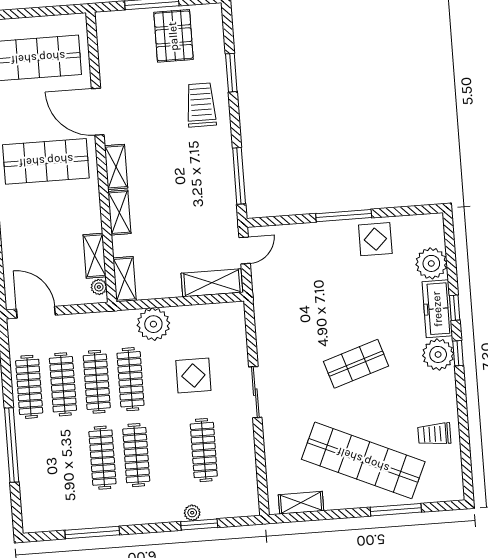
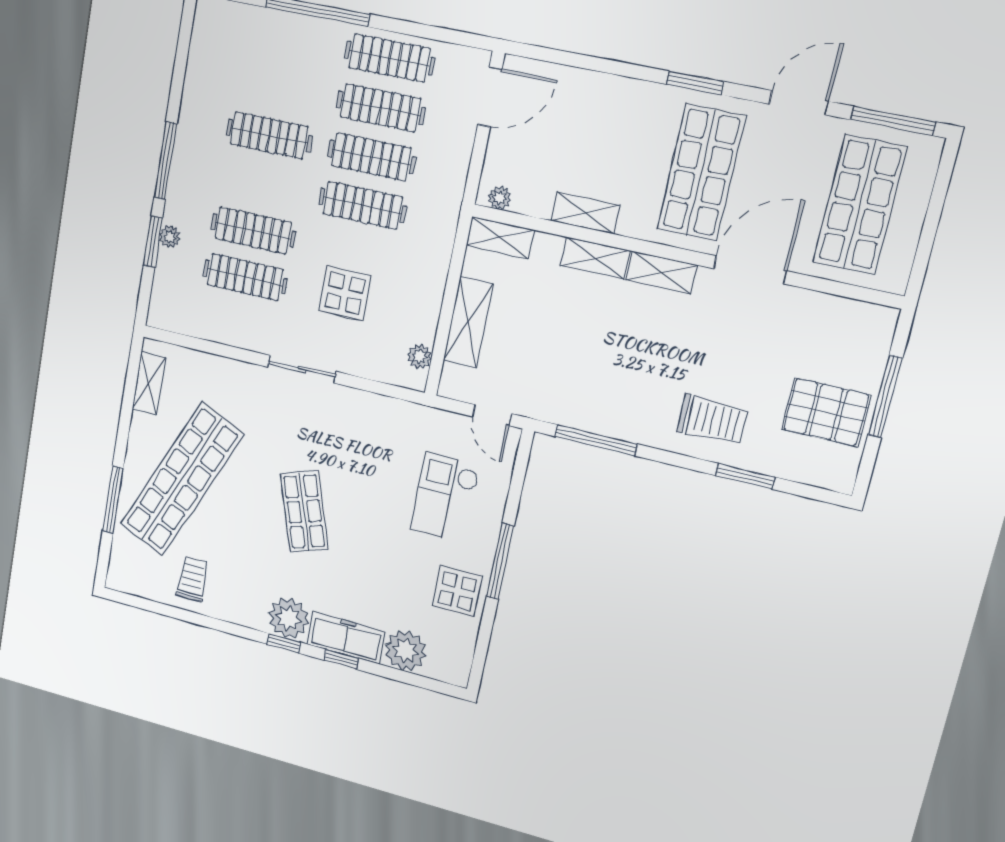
shelving: (95, 256) -> (585, 213), moved
checkout: (312, 266) -> (445, 498), added
shelving: (212, 283) -> (468, 322), moved
plant: (153, 324) -> (420, 356), moved, width x0.53, depth x0.53
clothes rail: (136, 455) -> (253, 230), moved
window: (92, 533) -> (165, 161), moved

